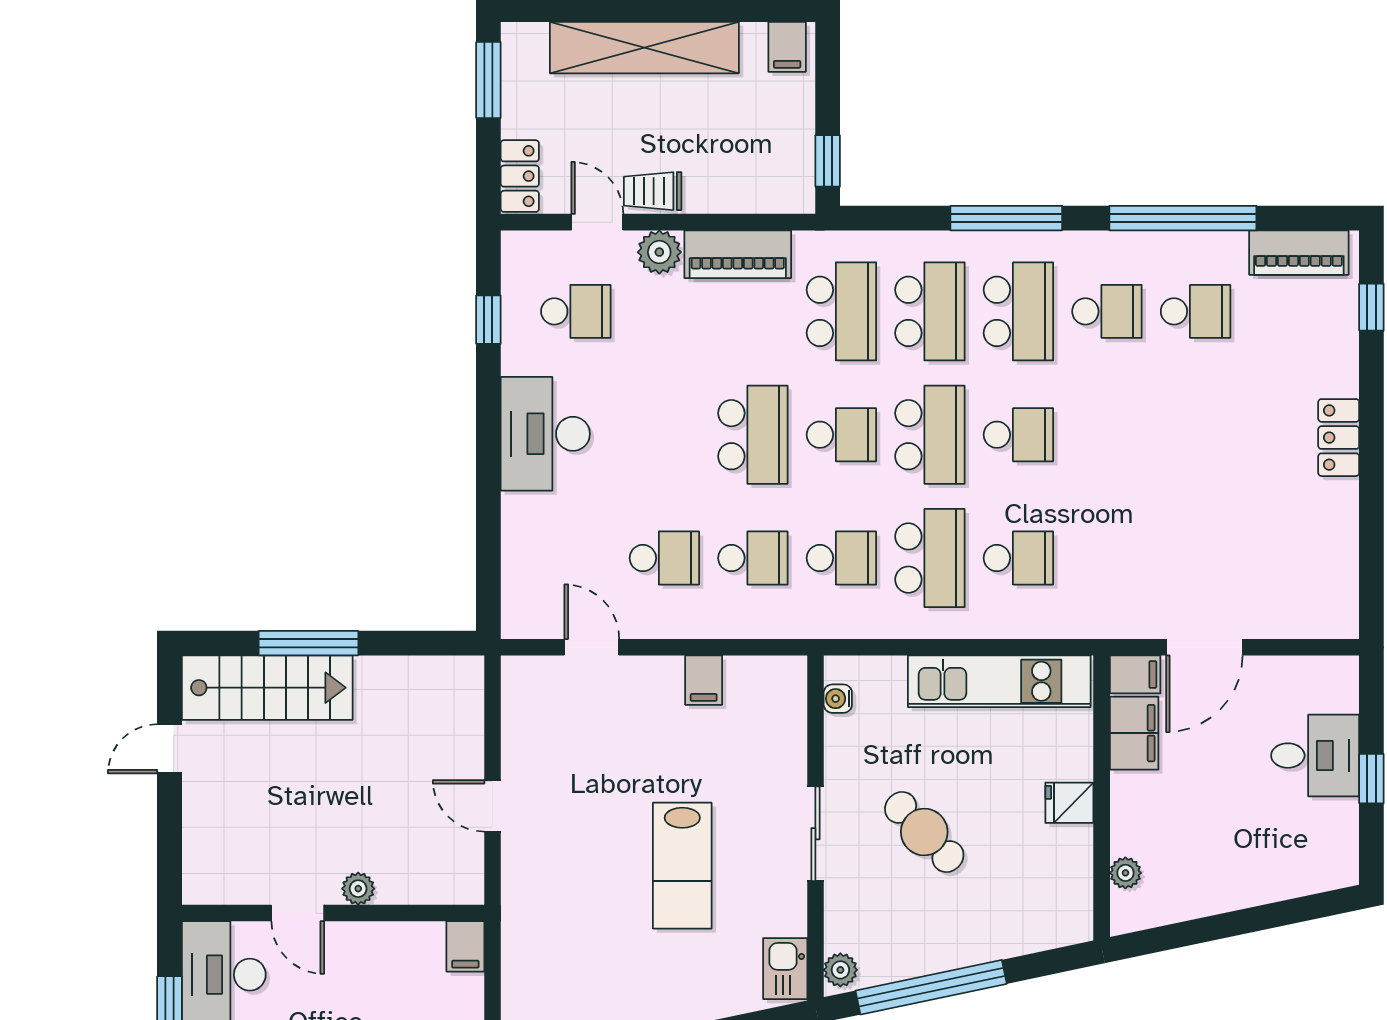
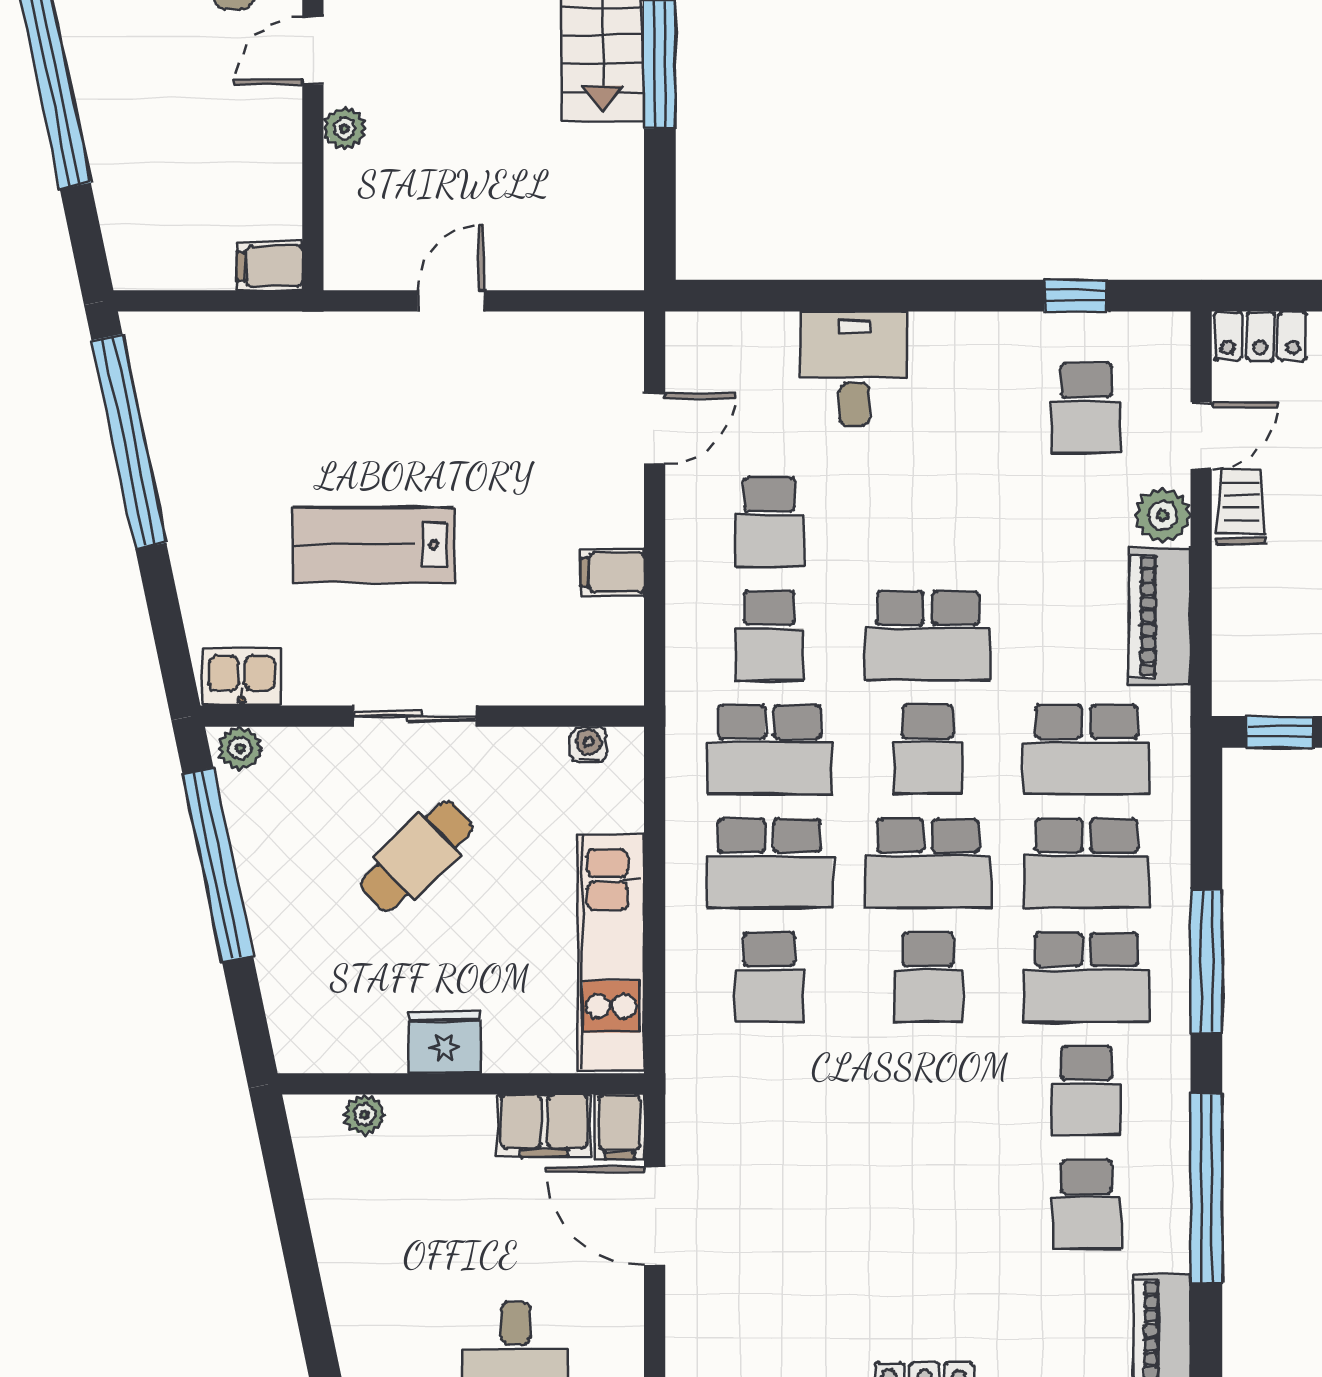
desk: (545, 434) -> (854, 369), moved, width x0.73
school desk: (841, 558) -> (769, 749), width x1.85
fridge: (1069, 803) -> (445, 1043), width x1.38

